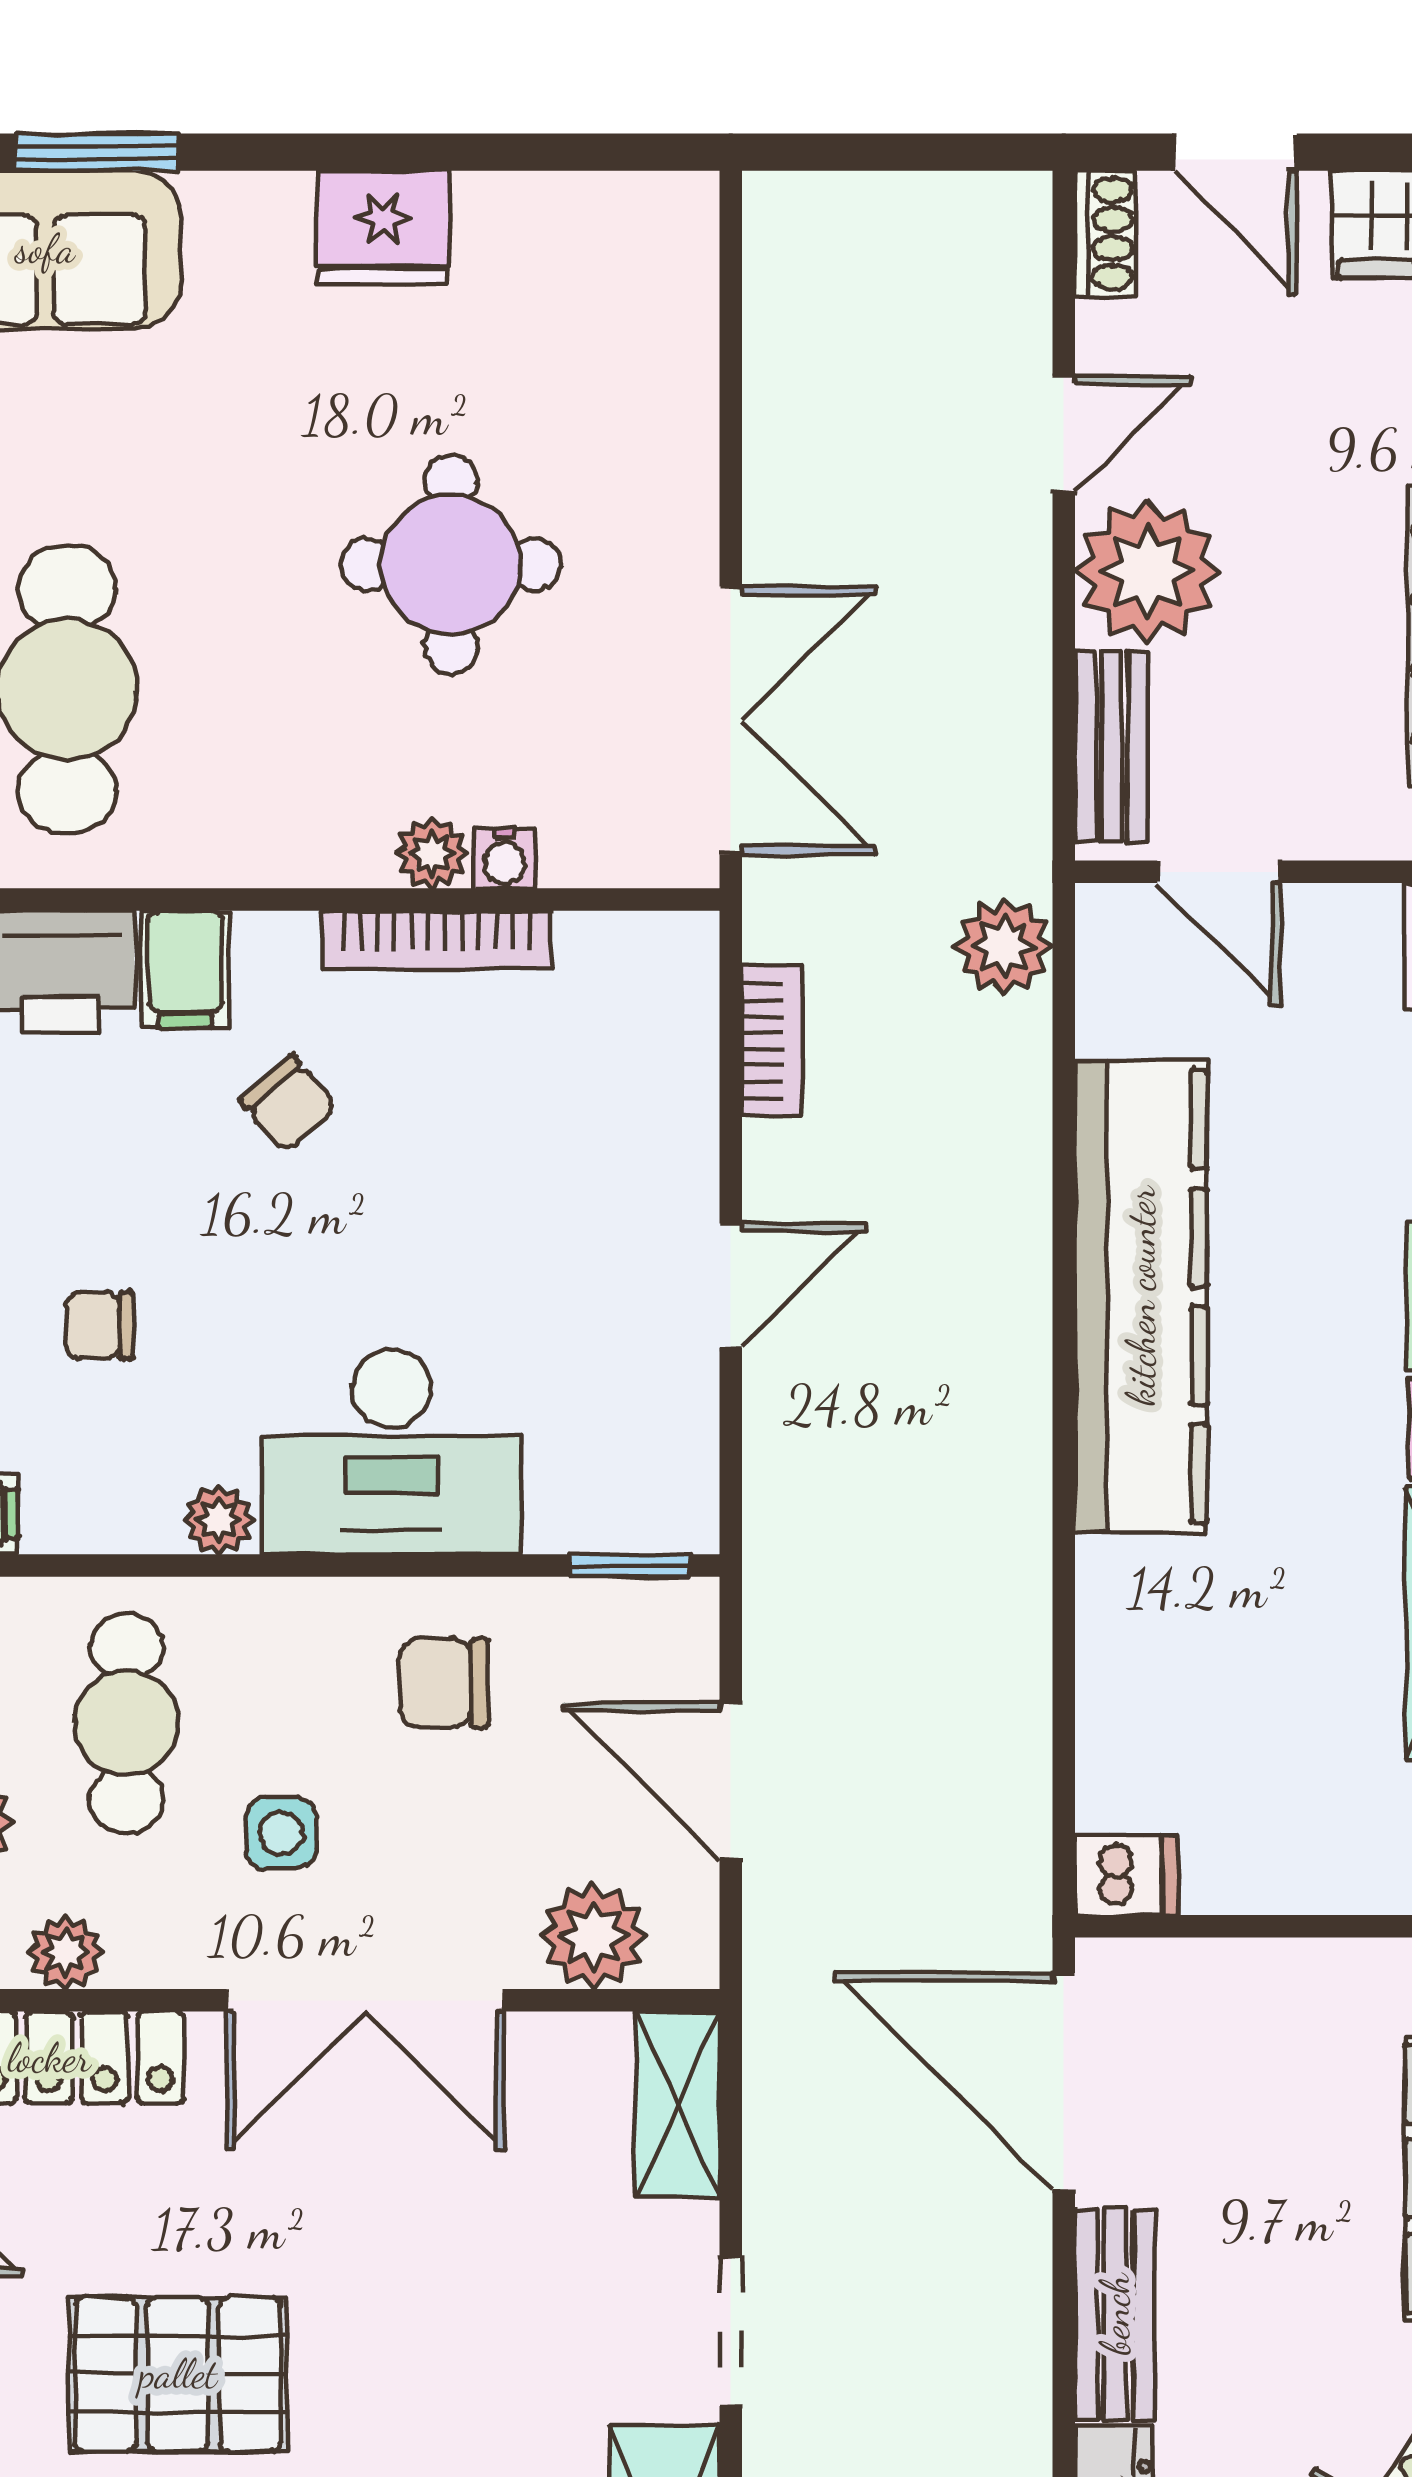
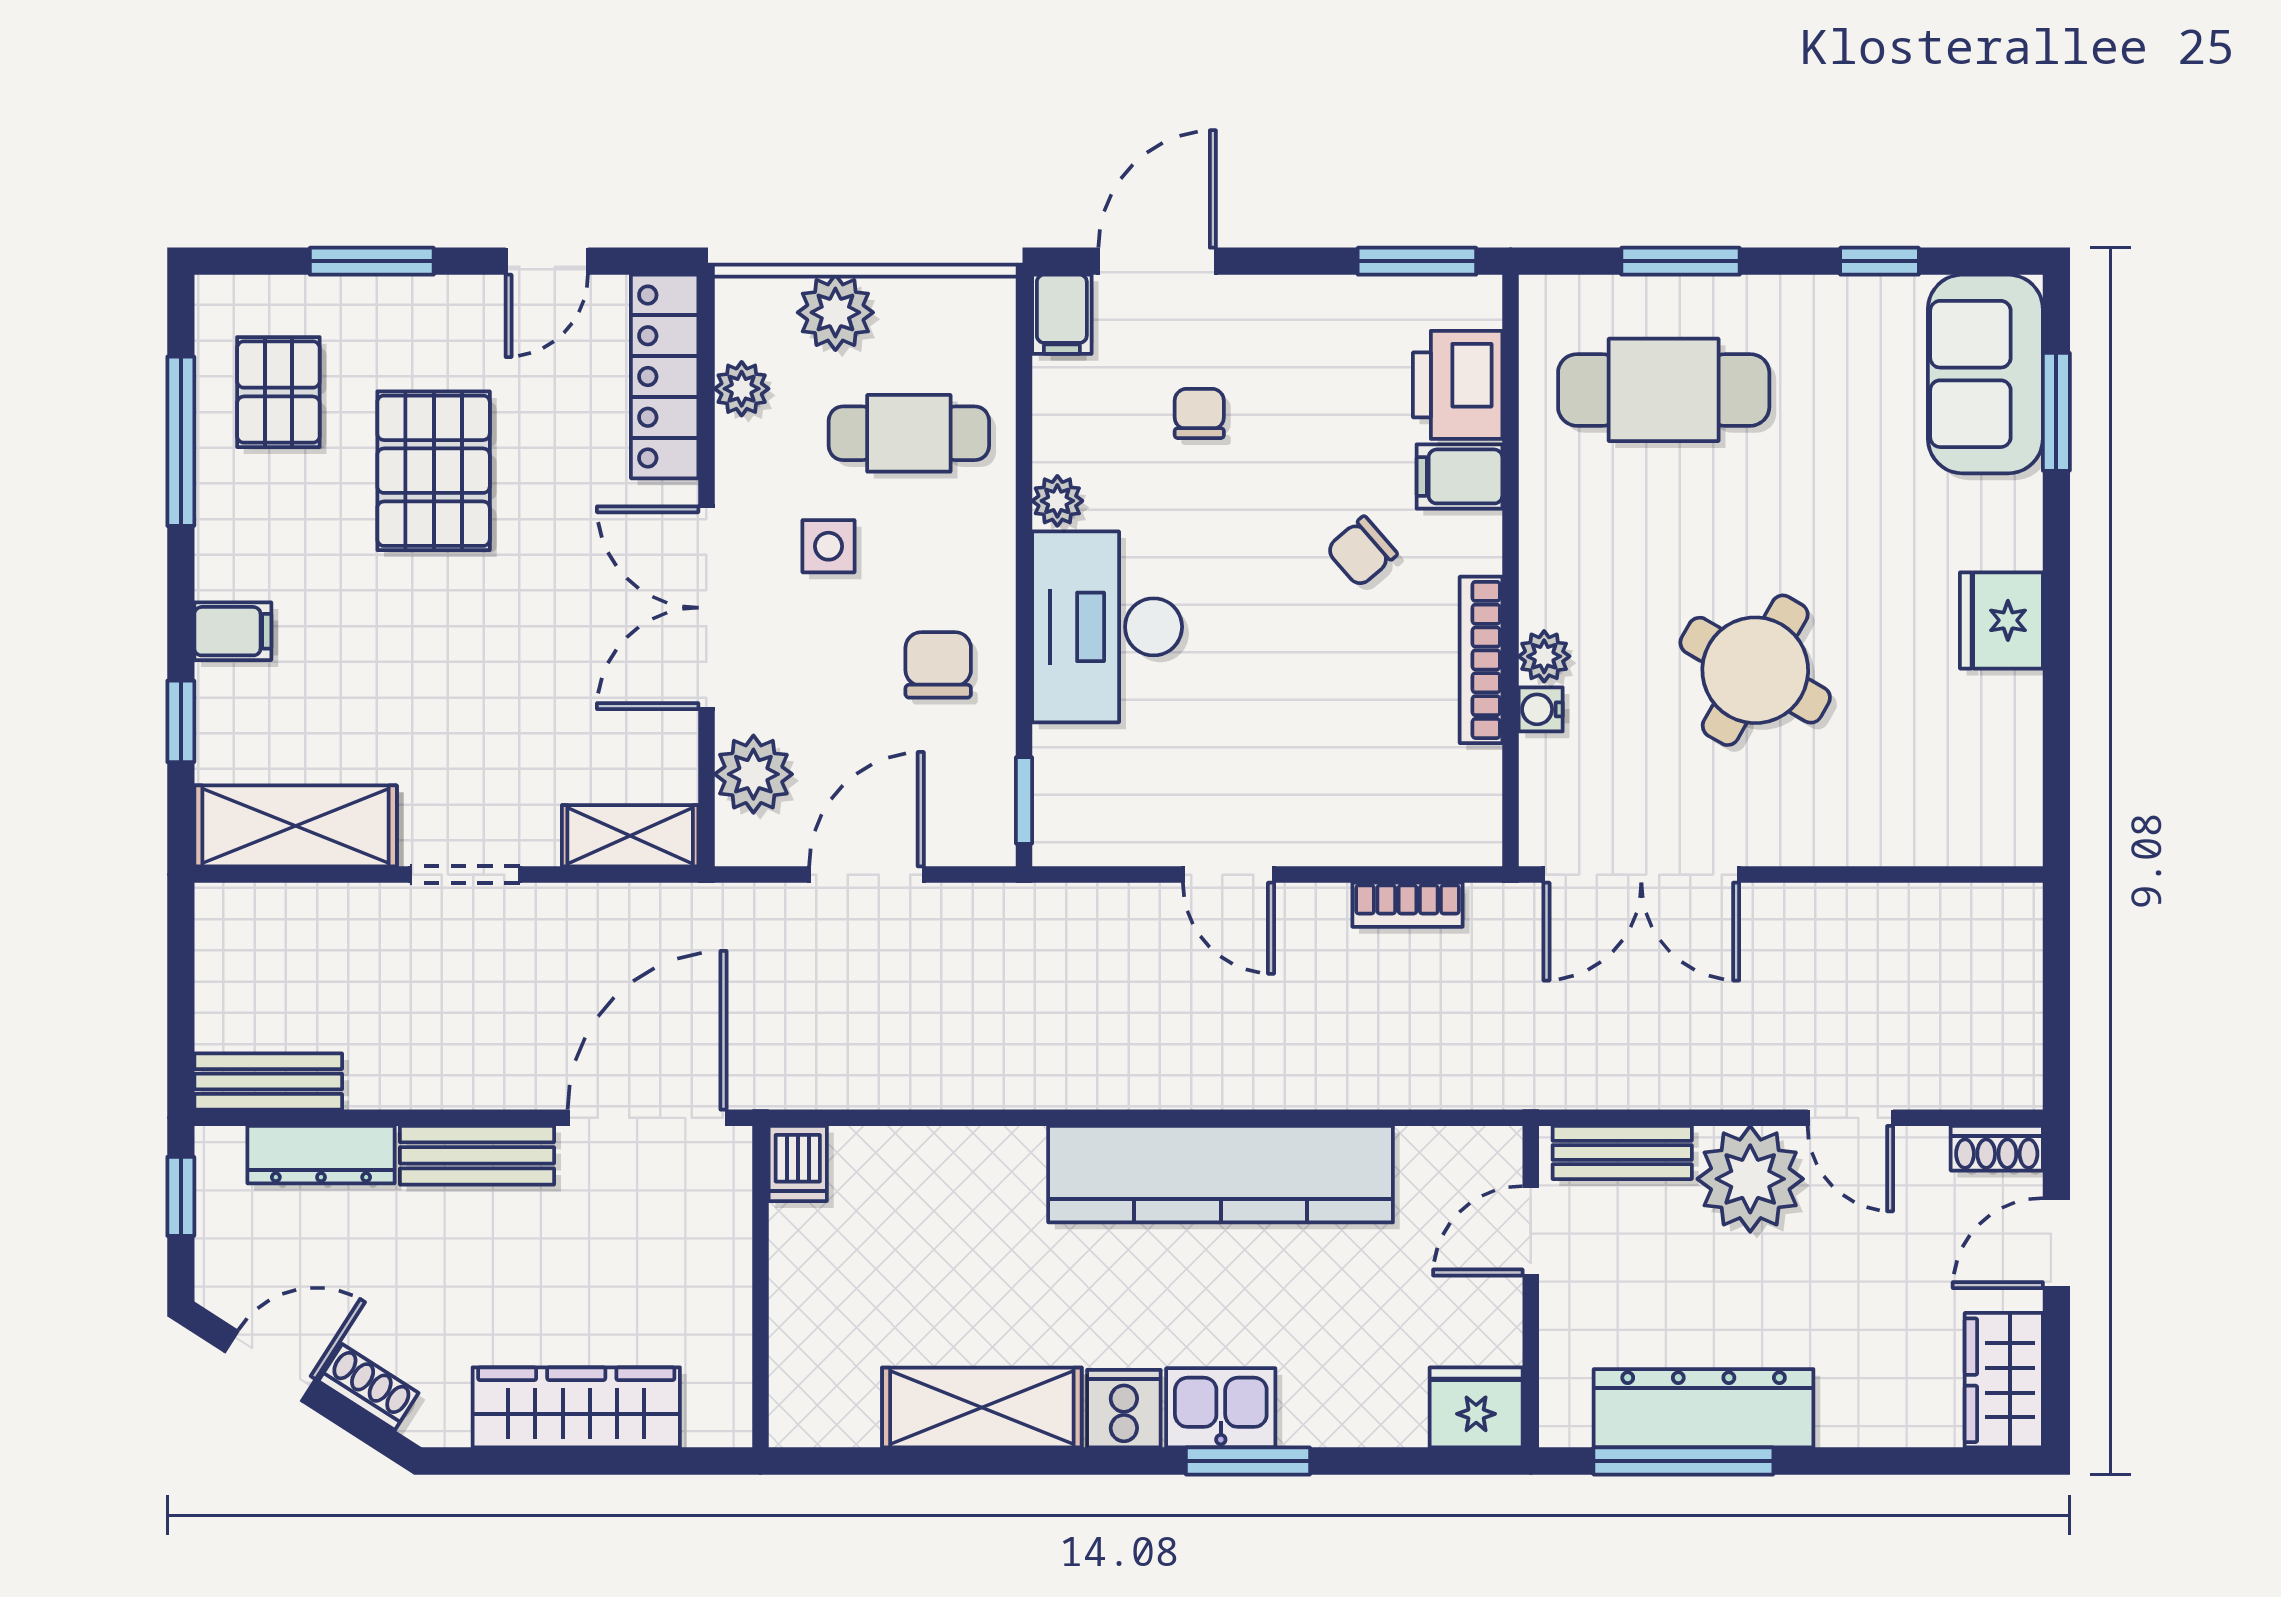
round table: (451, 564) -> (1755, 670), turned 30
plant: (1004, 946) -> (1476, 1074), removed

